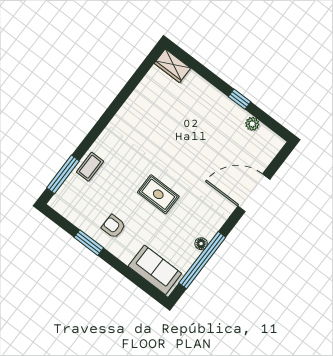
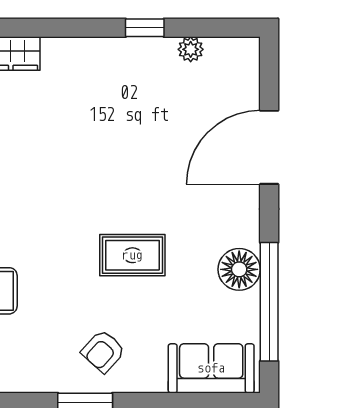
armchair: (114, 226) -> (103, 351), turned -48
floor lamp: (201, 244) -> (239, 269), width x1.89, depth x1.89

